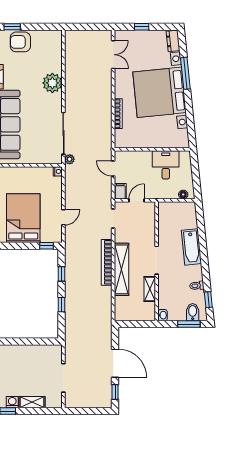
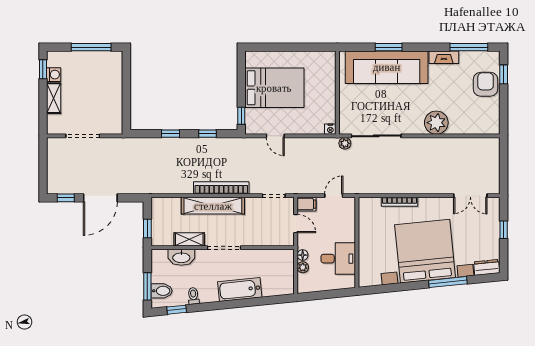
plant: (173, 194) -> (303, 267), added
floor lamp: (183, 195) -> (303, 255), moved
washbasin: (163, 315) -> (181, 257), moved, width x1.91, depth x1.45
window: (141, 324) -> (147, 228), added

